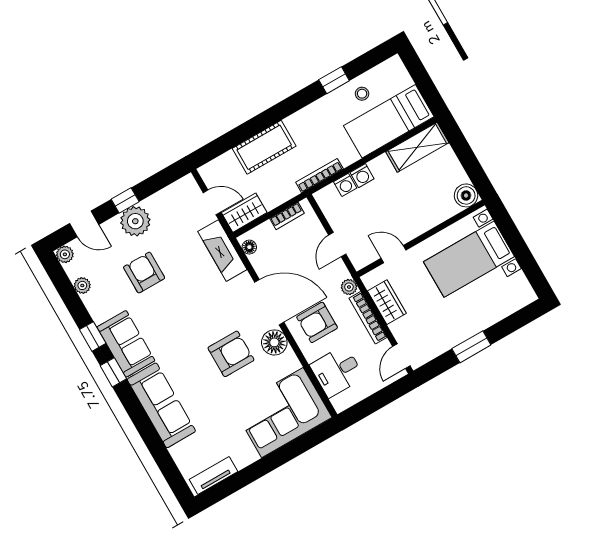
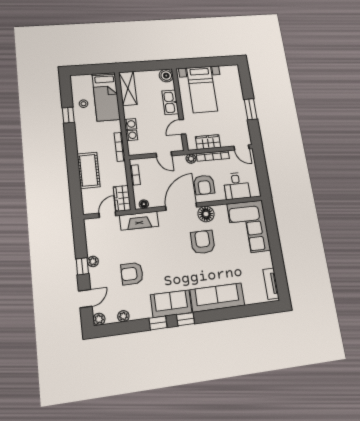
kitchen sink: (425, 220) -> (170, 102), added
plant: (135, 221) -> (93, 261), width x0.53, depth x0.53

